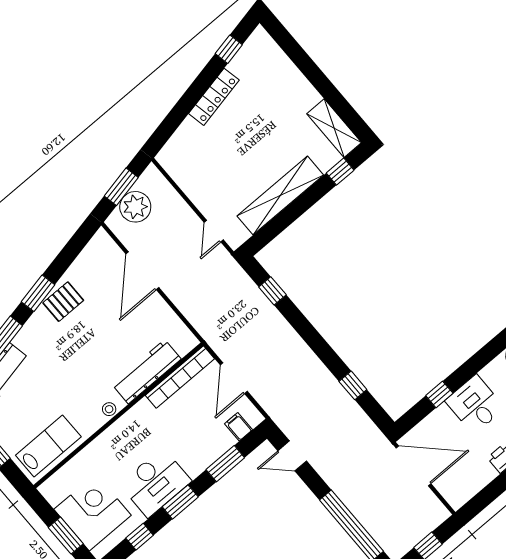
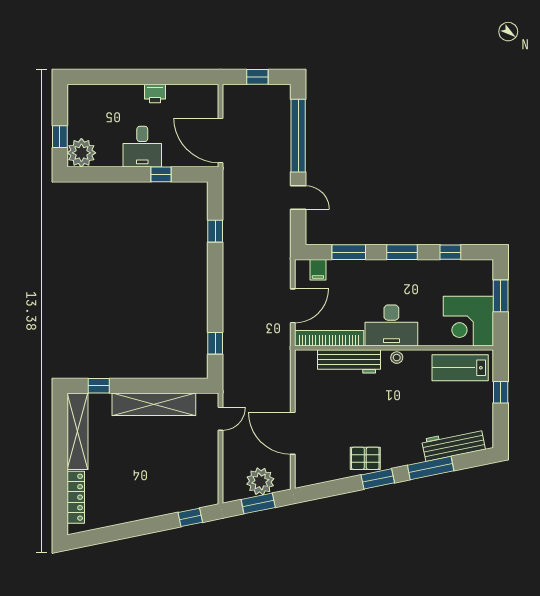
window: (229, 49) -> (190, 517), moved
locker: (214, 97) -> (76, 497), moved, turned 102
shelving: (334, 128) -> (77, 431), width x1.47
door: (142, 271) -> (293, 433), swing flipped
door: (292, 456) -> (298, 198), moved
desk: (155, 483) -> (391, 325), moved, turned 180
corner desk: (93, 512) -> (468, 321), moved

